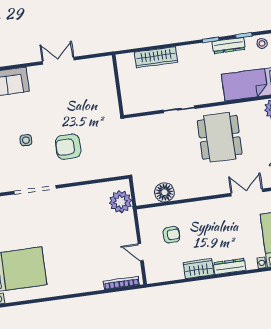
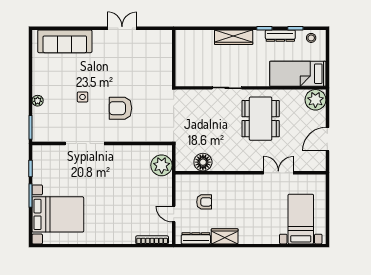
wardrobe: (156, 57) -> (234, 37), moved
dresser: (230, 266) -> (196, 238), moved

